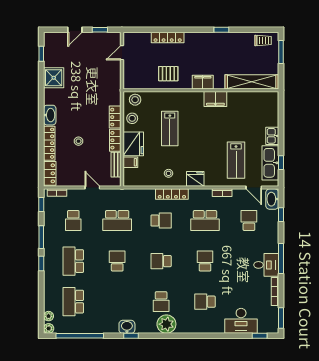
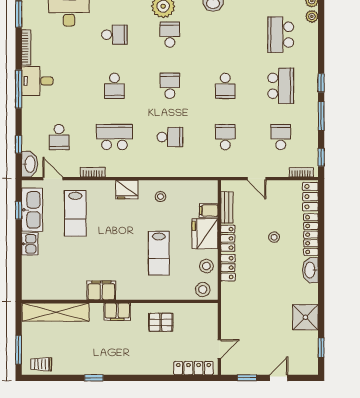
locker: (168, 37) -> (193, 368), moved
lab bench: (170, 128) -> (159, 253), turned 180
lab bench: (236, 160) -> (75, 213), turned 180
locker: (172, 194) -> (156, 170), removed
school desk: (117, 221) -> (225, 137), width x0.54
school desk: (161, 221) -> (170, 137), turned 180
school desk: (161, 261) -> (170, 86), turned -90
school desk: (73, 302) -> (281, 35), turned 180

